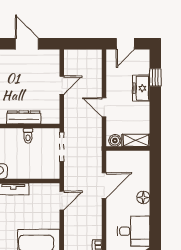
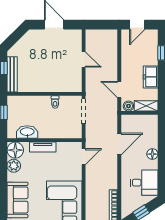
door: (62, 85) -> (84, 59), hinge flipped
freezer: (141, 88) -> (151, 77), moved
door: (104, 107) -> (119, 89), moved
dresser: (24, 117) -> (51, 87), removed

